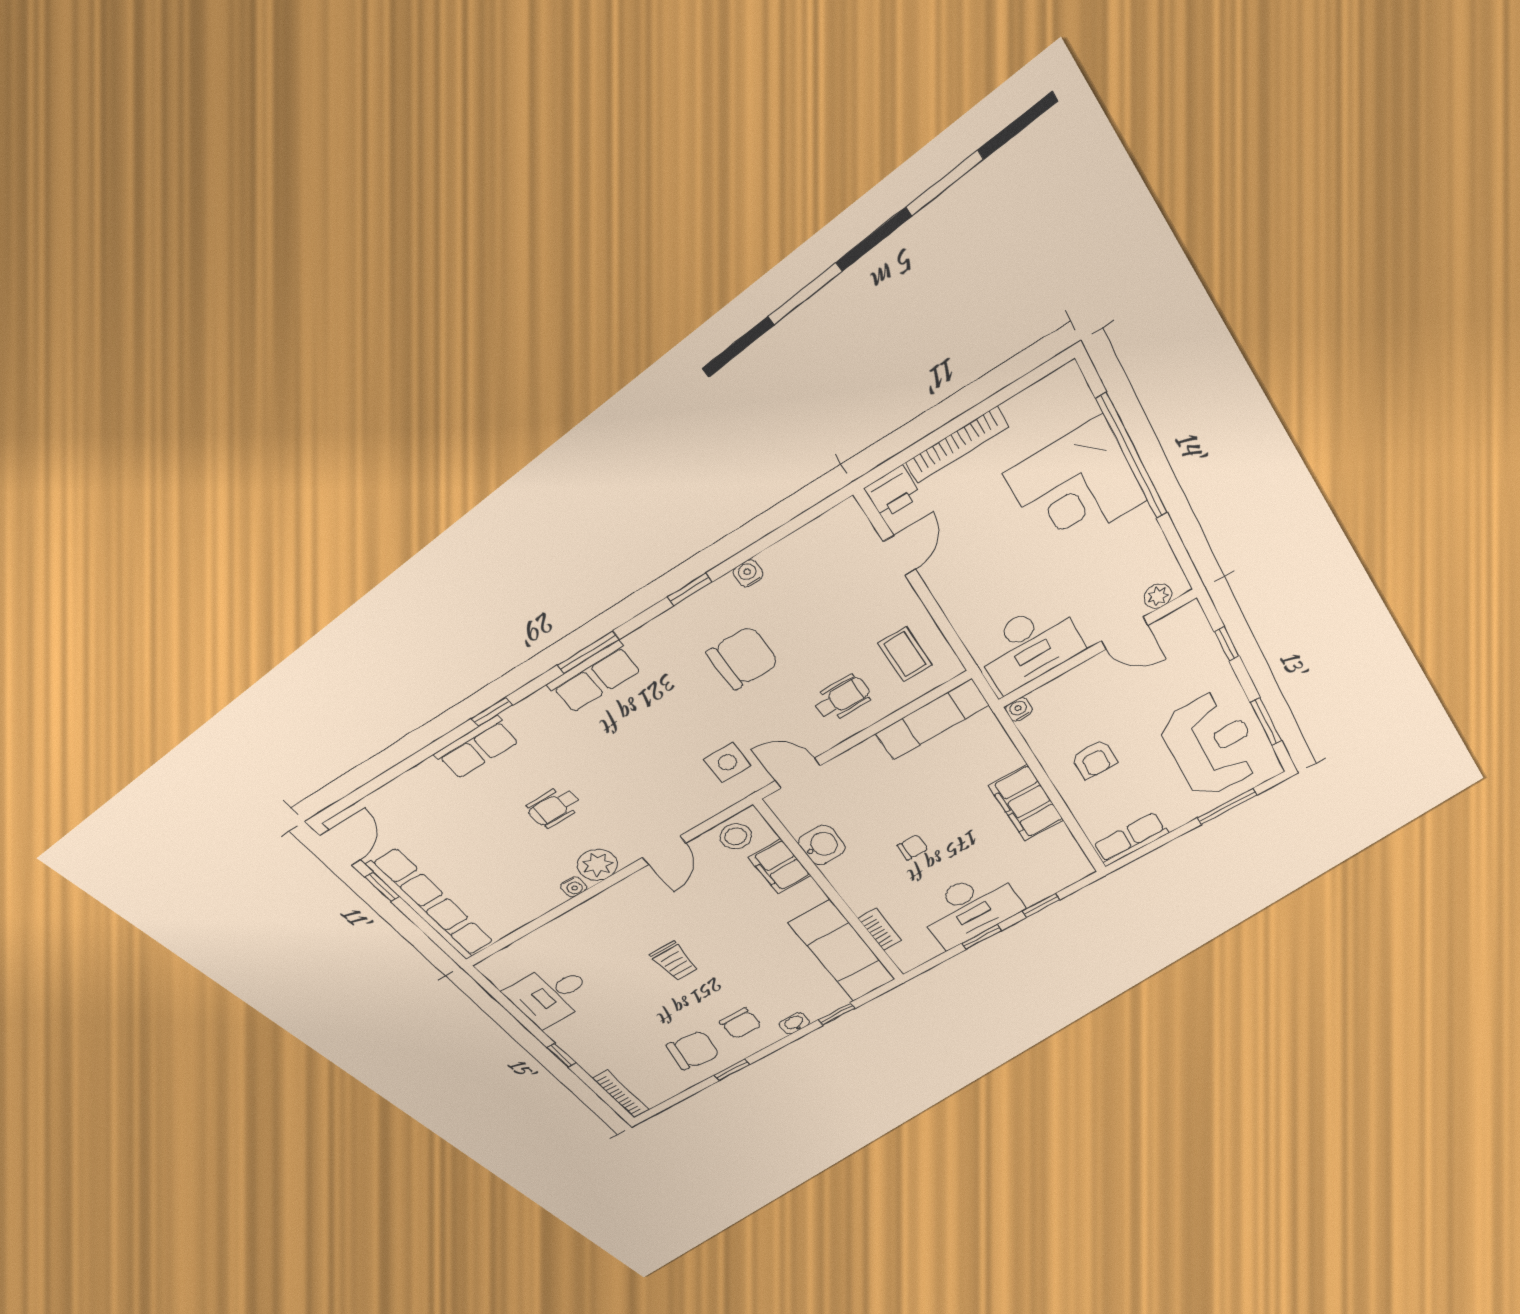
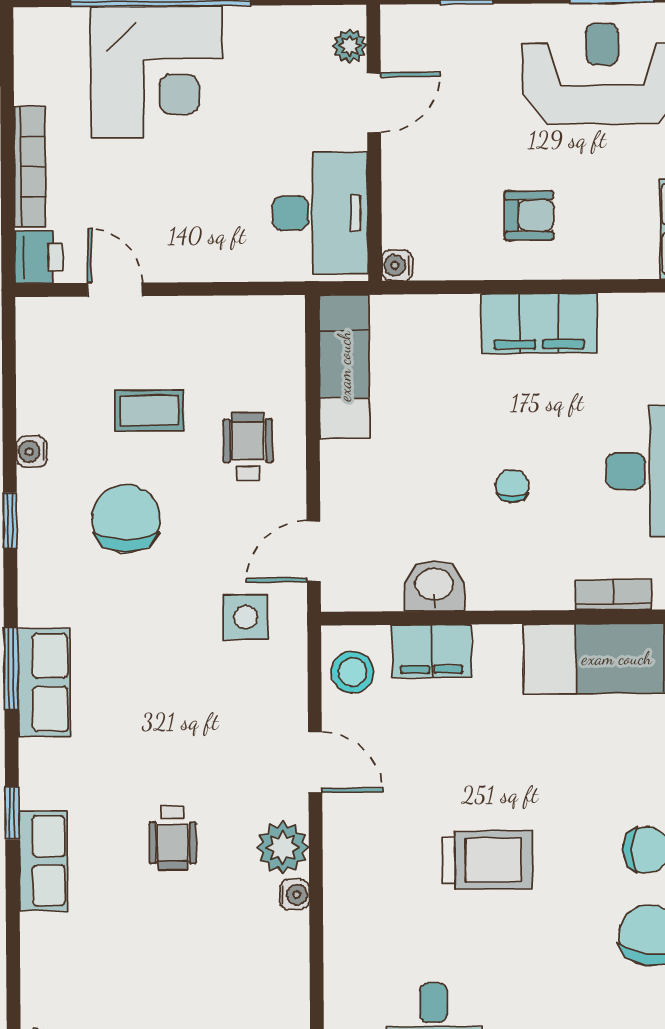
coffee table: (905, 654) -> (149, 411), moved
trolley: (674, 961) -> (487, 860), width x1.36, depth x1.39

